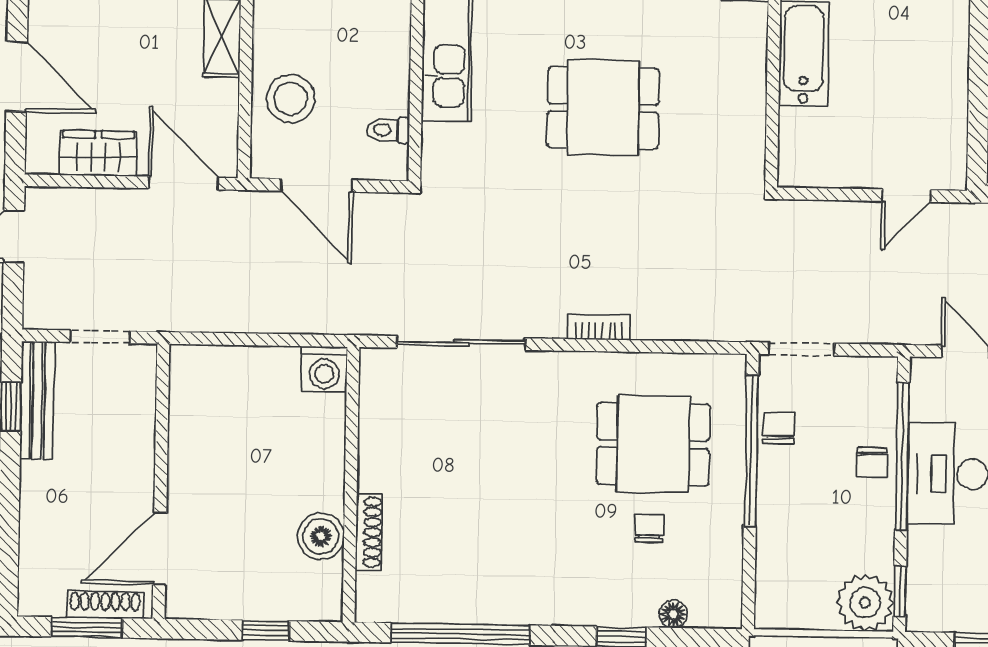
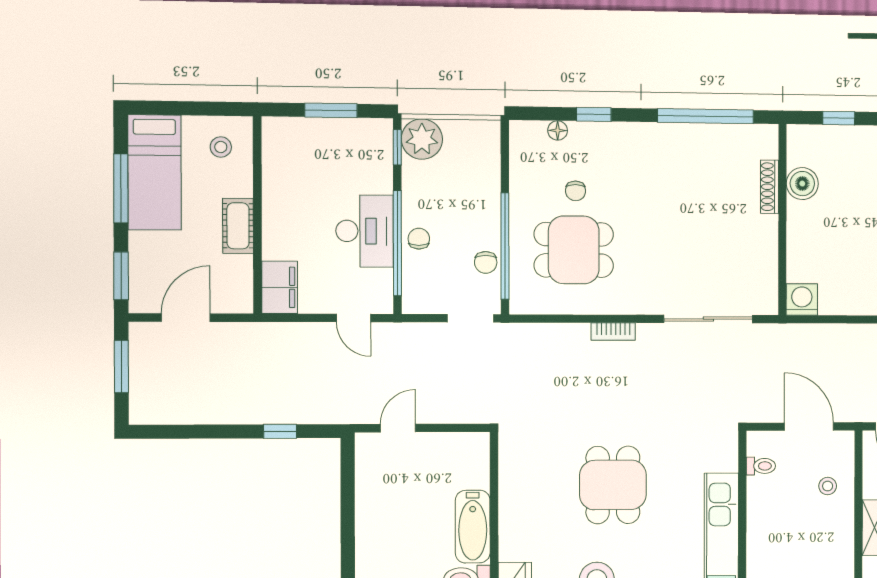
stool: (291, 99) -> (828, 486), width x0.53, depth x0.53
dining table: (603, 108) -> (613, 485), turned 90

